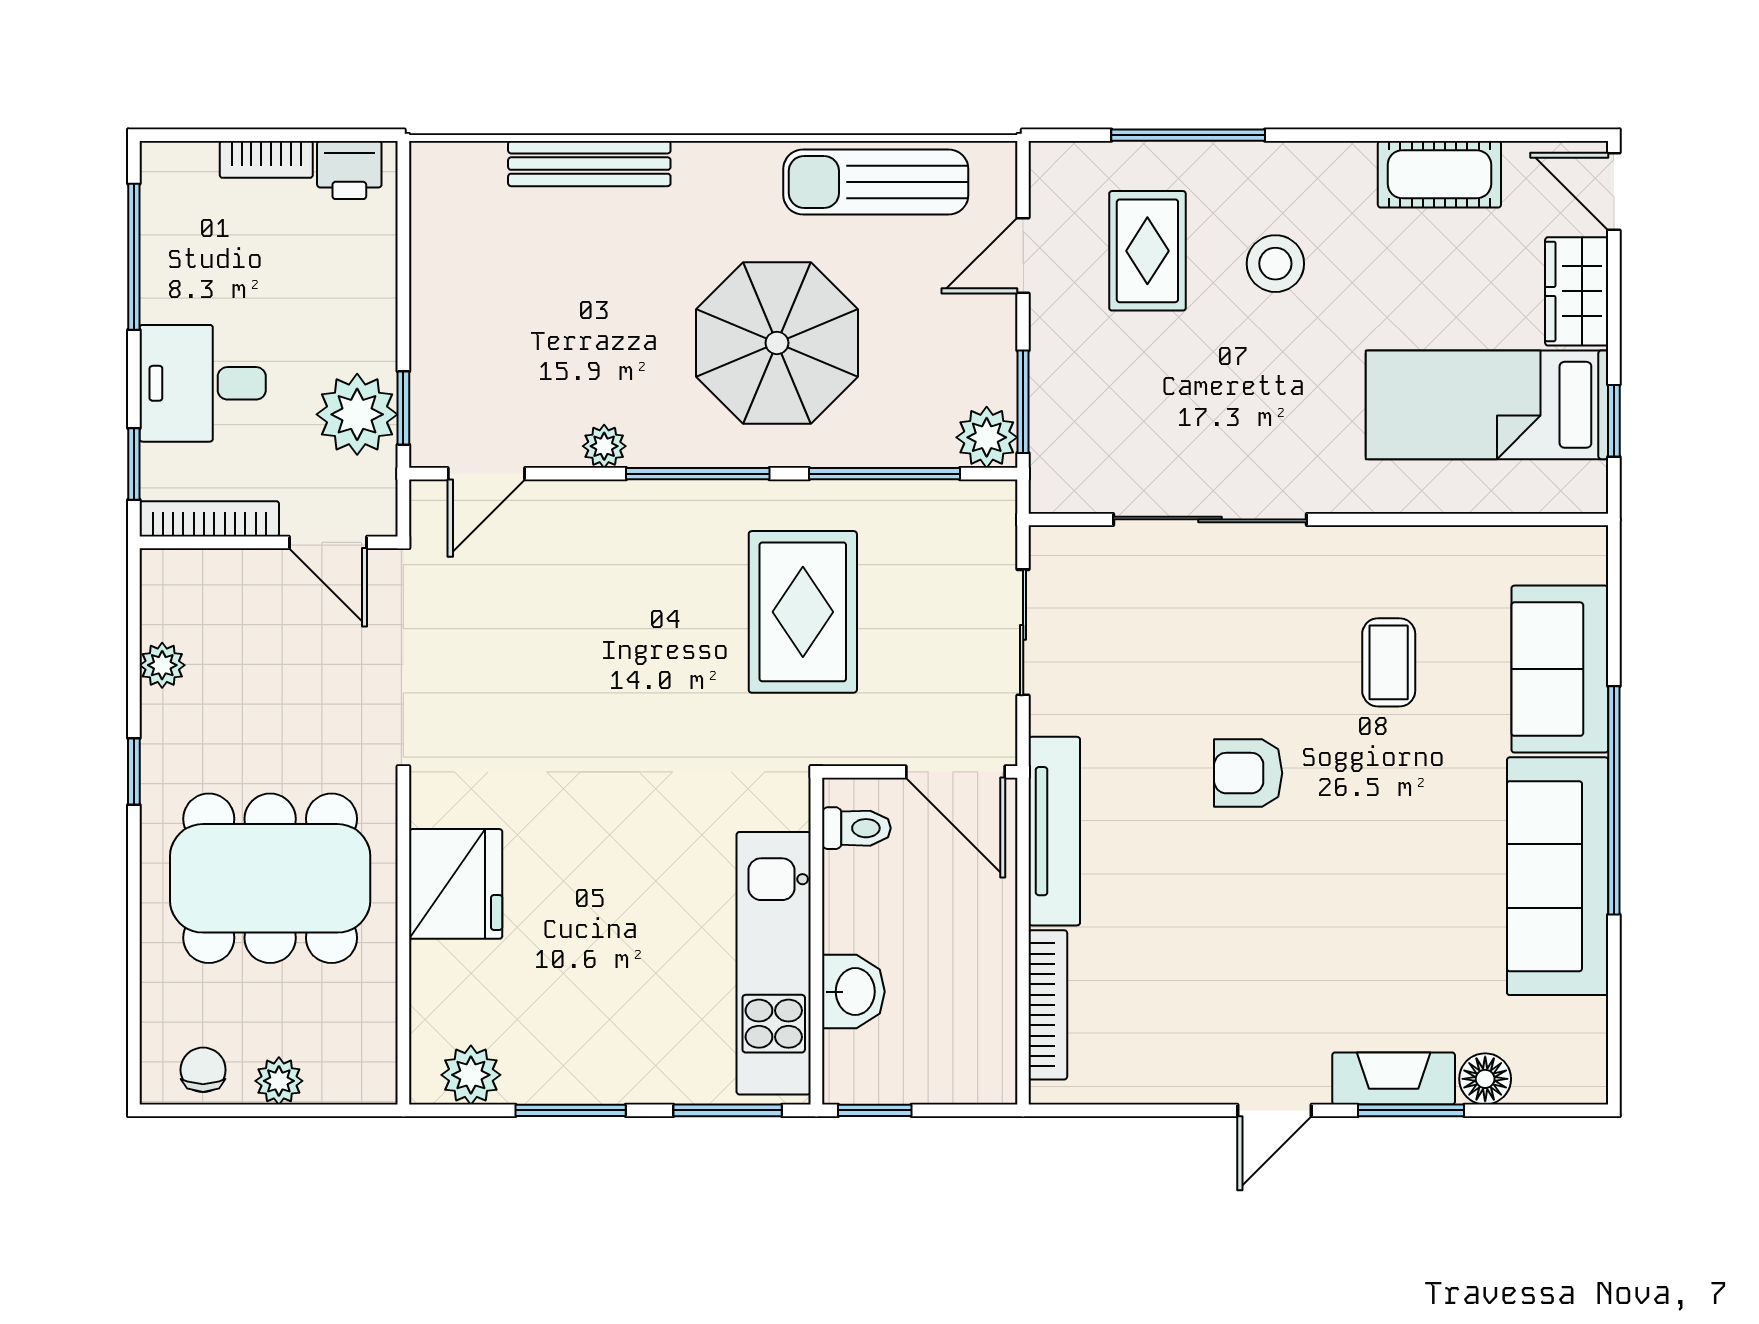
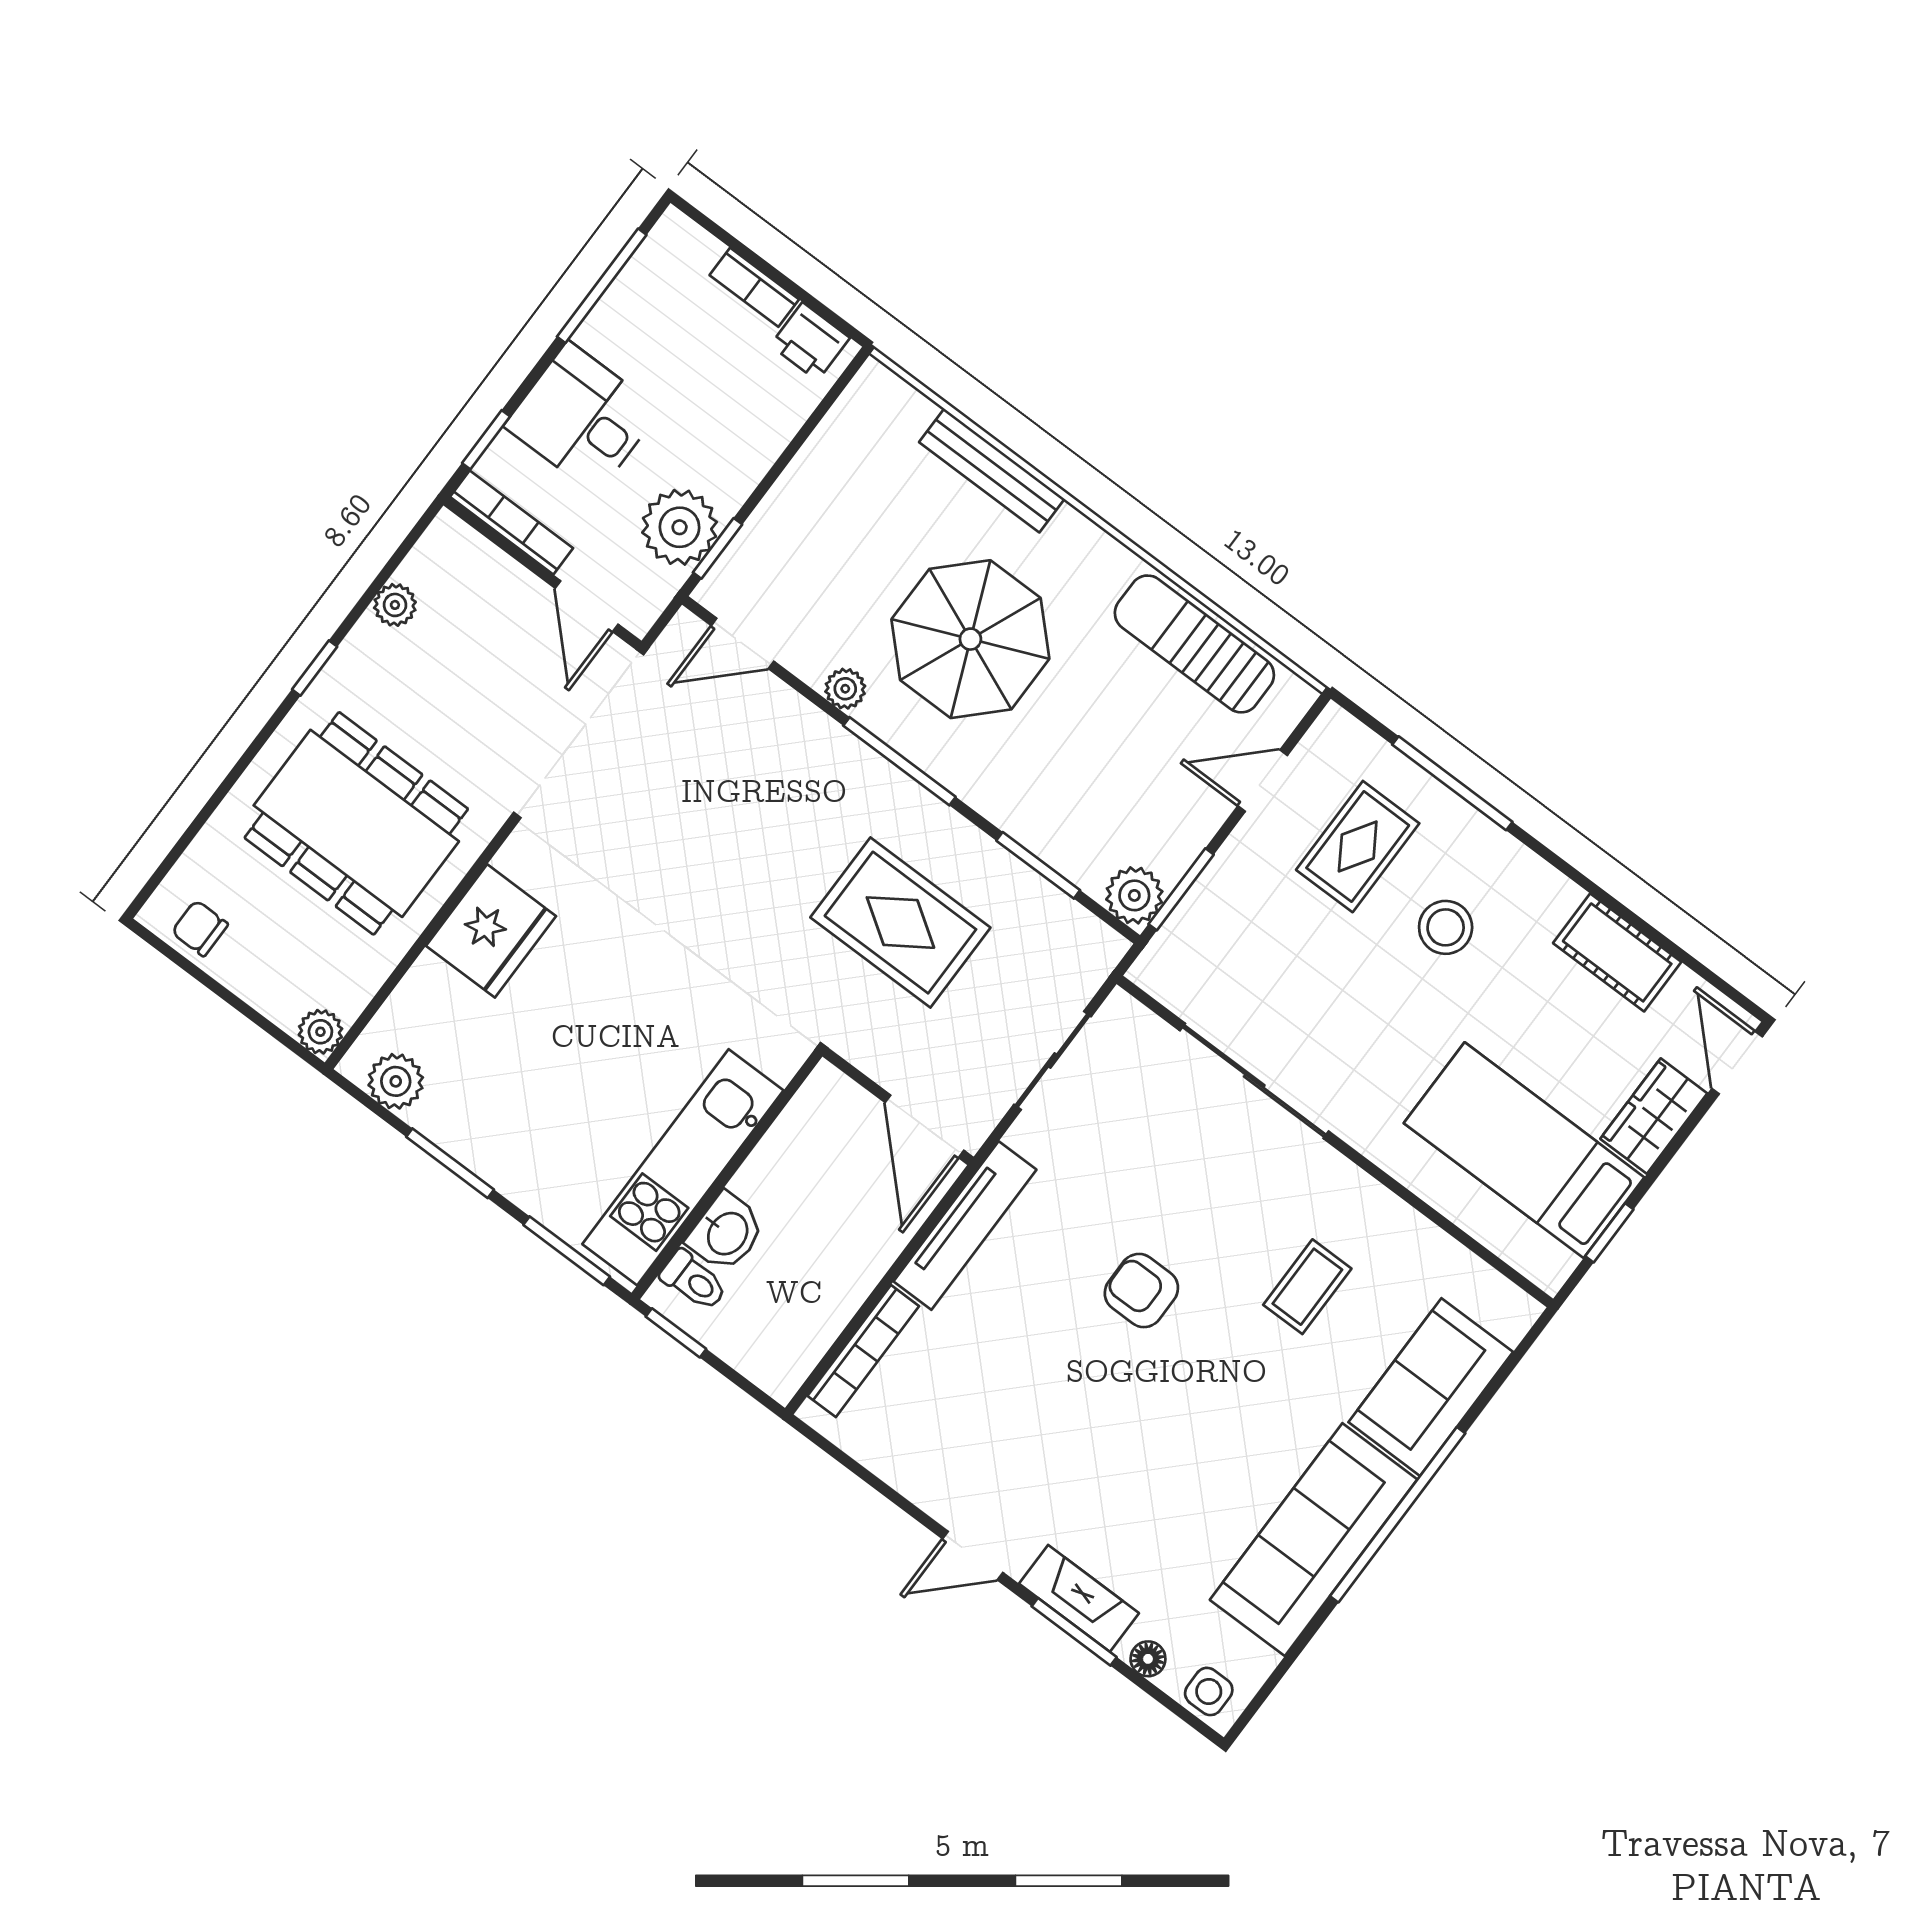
parasol: (777, 343) -> (970, 639), moved
window: (885, 474) -> (1038, 865), width x0.69
rug: (803, 612) -> (900, 923), turned 90
toilet: (856, 828) -> (694, 1281), moved
chair: (203, 1070) -> (200, 928), turned -90
side table: (1565, 1075) -> (1209, 1691), added
floor lamp: (1485, 1079) -> (1148, 1659), width x0.73, depth x0.73
plant: (279, 1081) -> (320, 1032), moved

